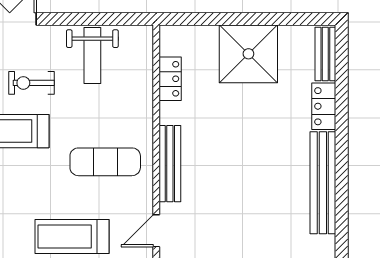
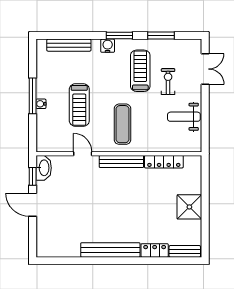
shower: (248, 54) -> (189, 207), width x0.73, depth x0.73
locker: (170, 79) -> (164, 162), width x1.53
treadmill: (72, 237) -> (79, 105), turned 180

